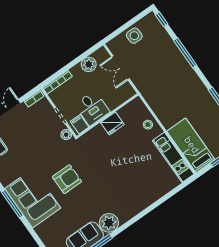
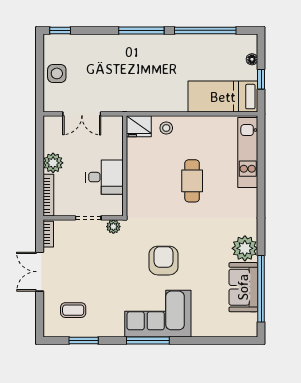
window: (185, 53) -> (141, 30), moved
plant: (89, 64) -> (53, 163), moved
fridge: (112, 123) -> (139, 126), moved, turned 90
filing cabinet: (79, 124) -> (112, 204), removed
kitchen unit: (173, 157) -> (248, 153), moved, turned 90
cafe table: (127, 163) -> (192, 181), added

